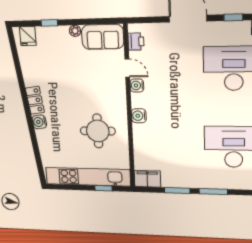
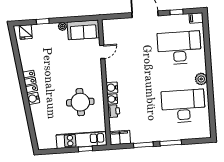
printer: (136, 42) -> (114, 111), moved
door: (127, 68) -> (102, 52), hinge flipped
water cooler: (137, 85) -> (112, 99), moved
kitchen unit: (88, 177) -> (82, 140), width x0.73

